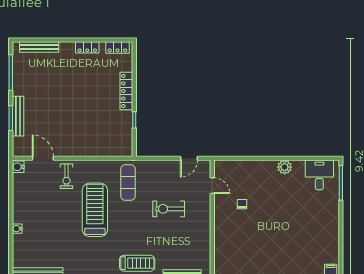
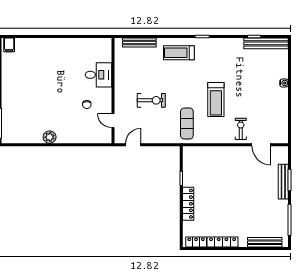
locker: (87, 47) -> (223, 242), width x1.53
water cooler: (18, 167) -> (283, 137), removed
desk: (319, 175) -> (98, 75), moved, turned -90
treadmill: (95, 210) -> (216, 99), width x0.73, depth x0.73

